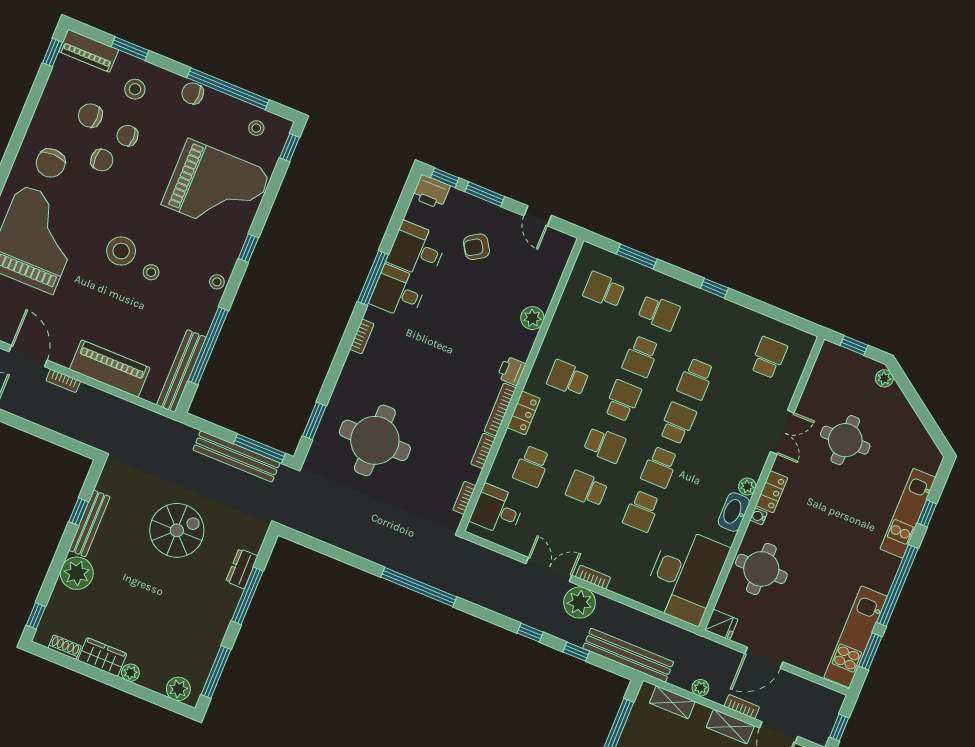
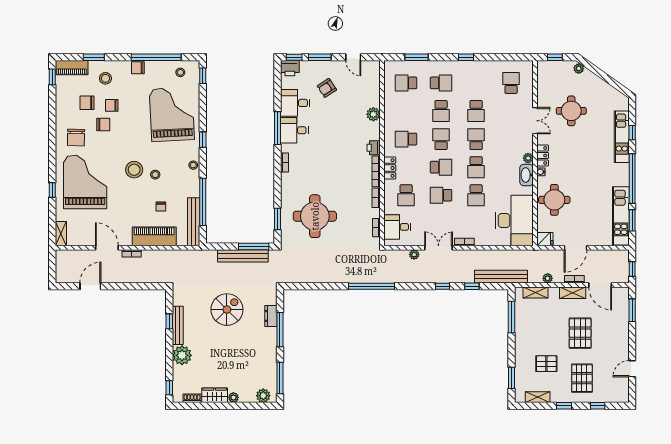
grand piano: (216, 188) -> (172, 114), turned -93
chair: (139, 326) -> (161, 206), added
plant: (580, 603) -> (414, 255), moved, width x0.53, depth x0.53

